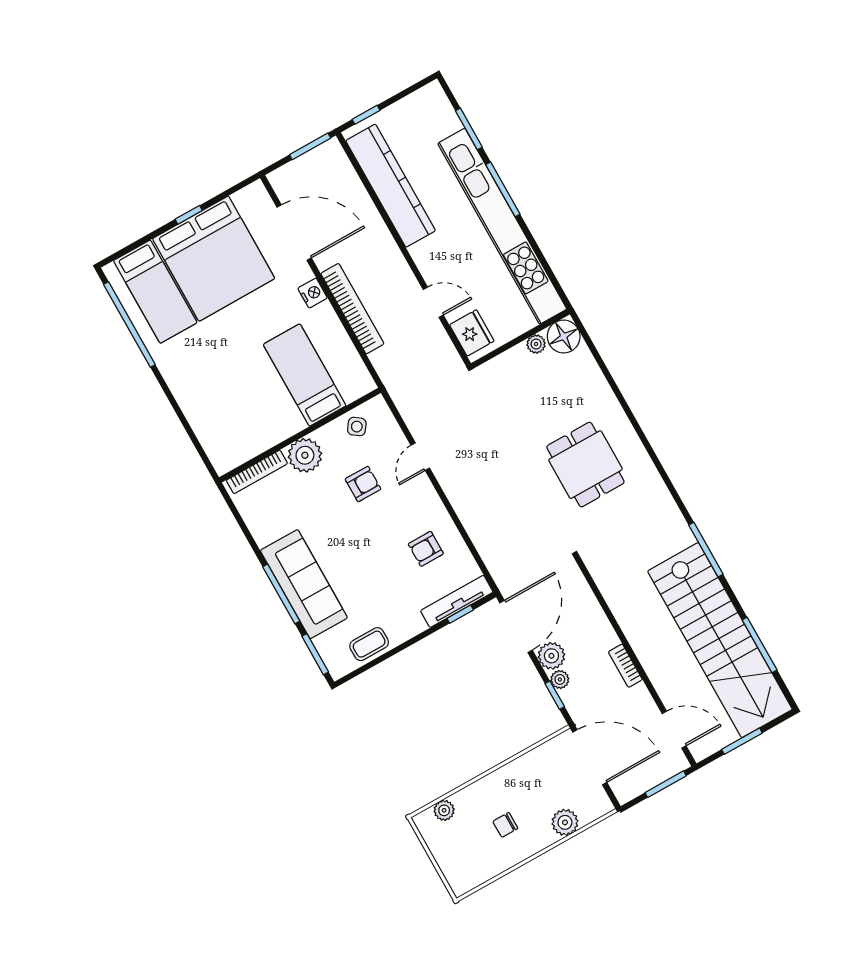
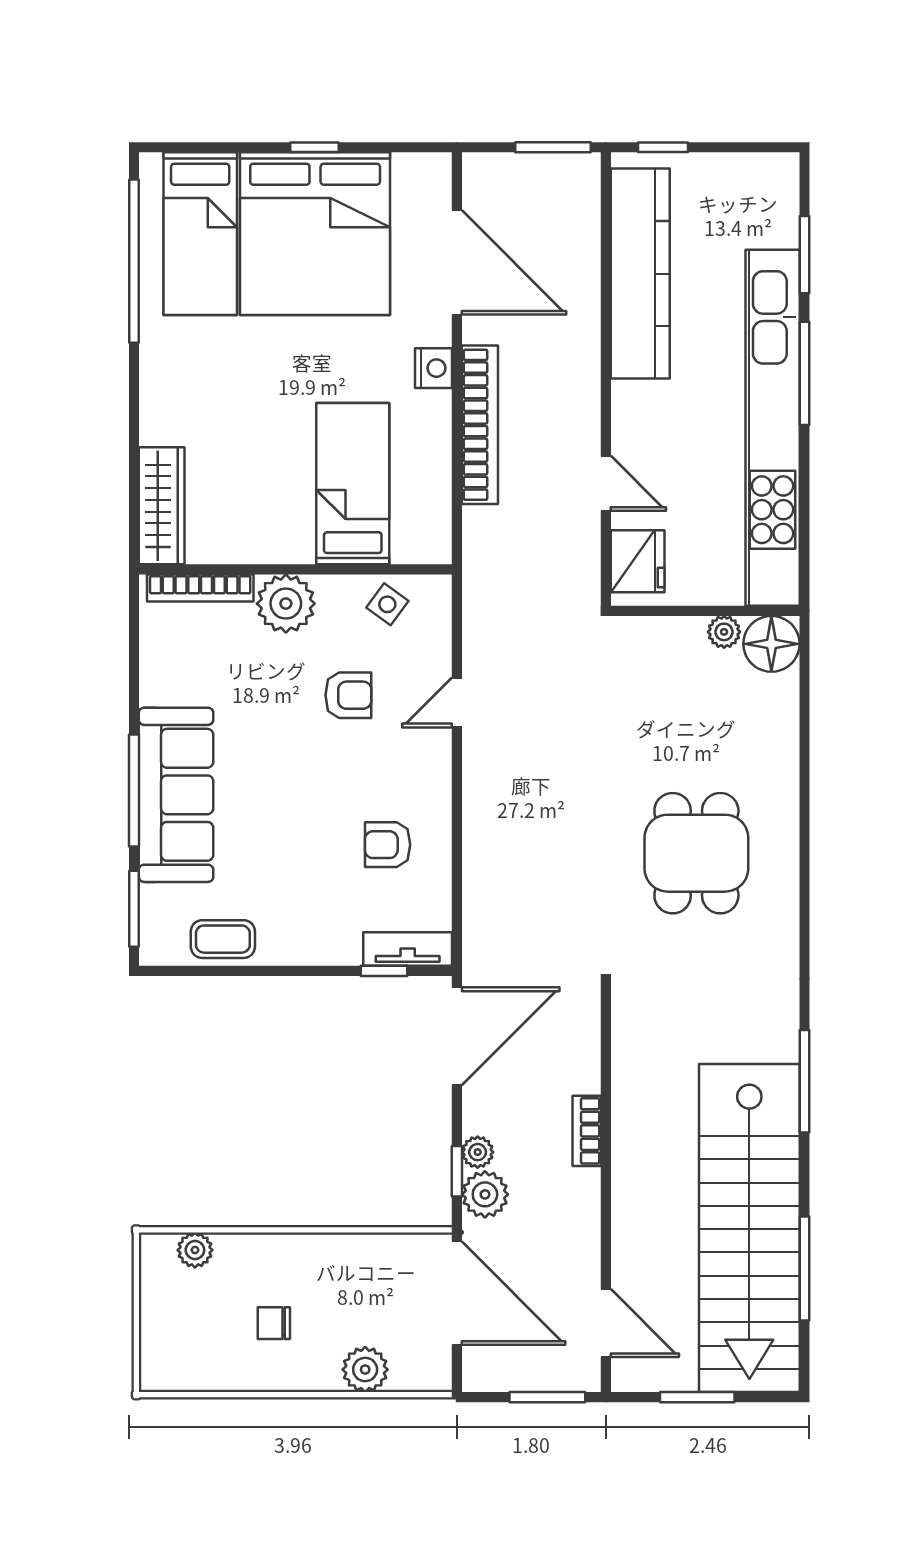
wardrobe: (214, 441) -> (162, 506), added
tv unit: (457, 601) -> (408, 949), width x0.71
plant: (551, 656) -> (485, 1194), moved
bookcase: (625, 666) -> (587, 1131), moved

